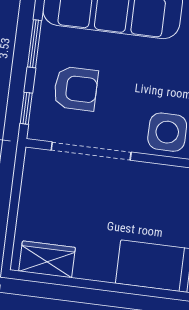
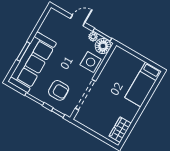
armchair: (76, 89) -> (59, 90), turned 90

